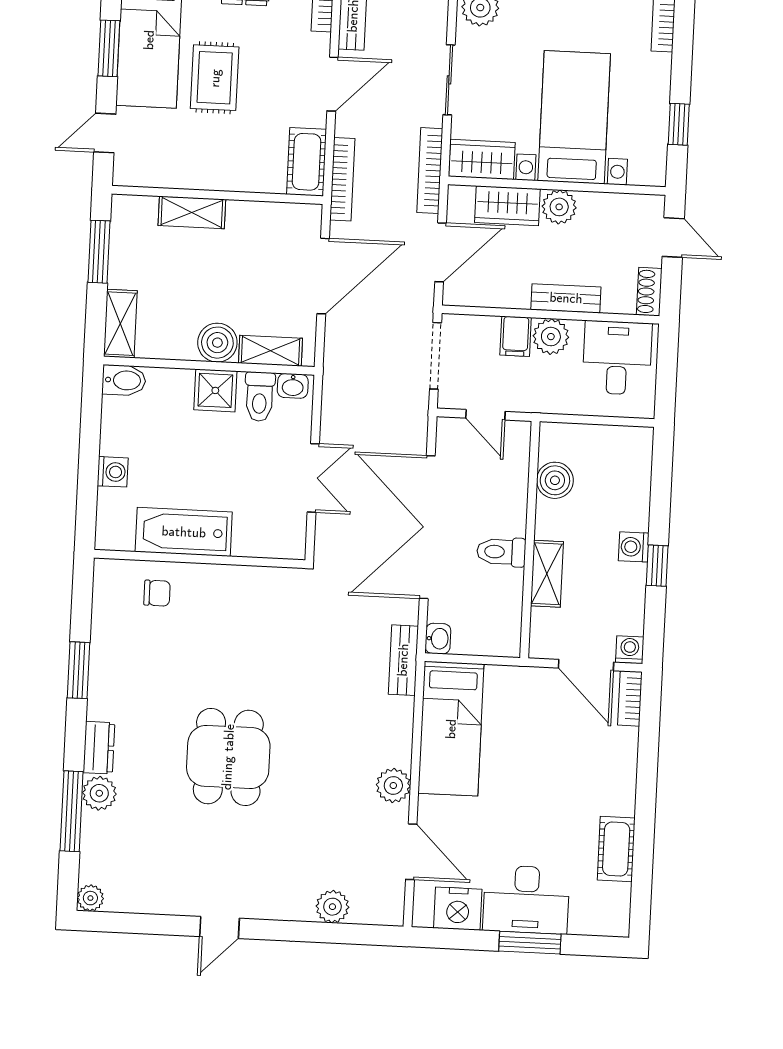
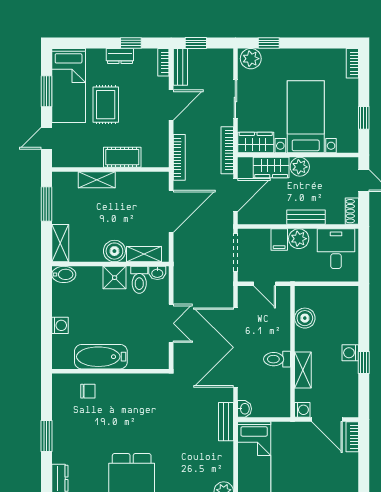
cot: (307, 162) -> (122, 157), moved, turned 90
washing machine: (630, 650) -> (302, 410), moved, turned 90

